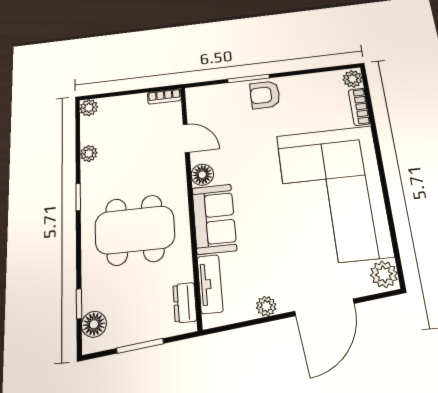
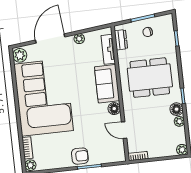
chair: (133, 317) -> (148, 32), added
floor lamp: (94, 324) -> (177, 109), moved

